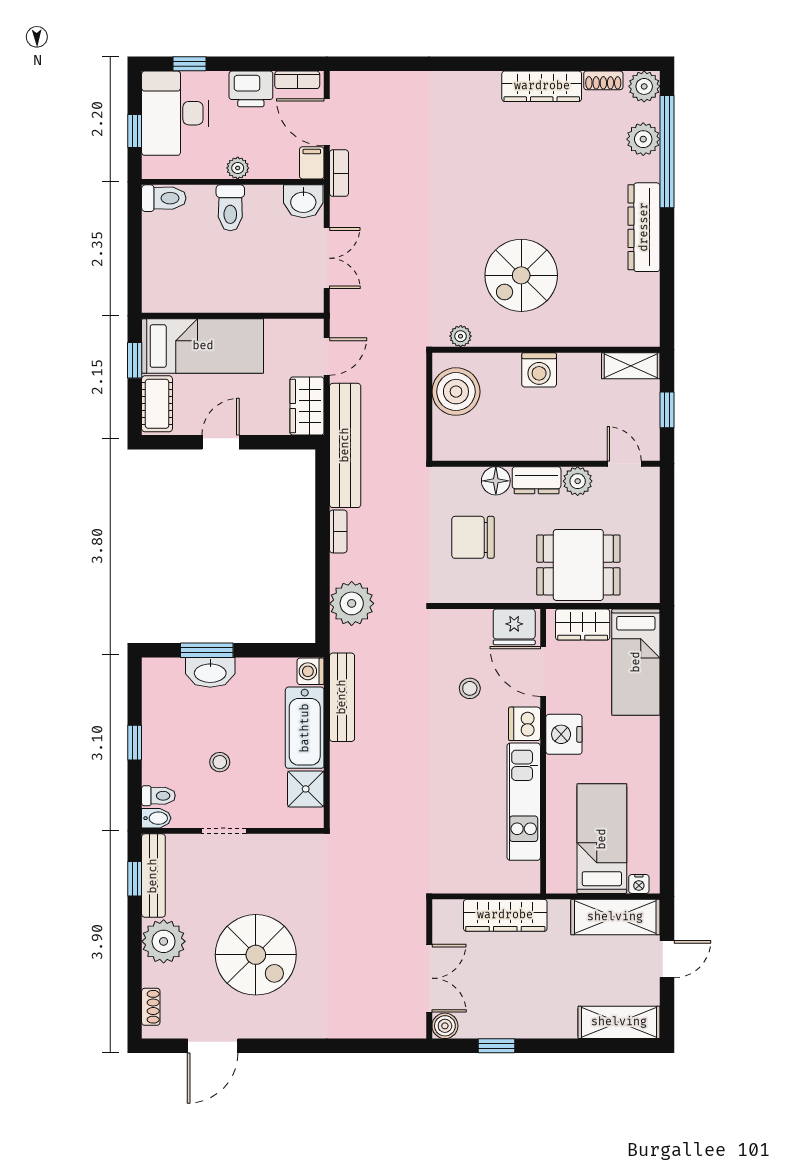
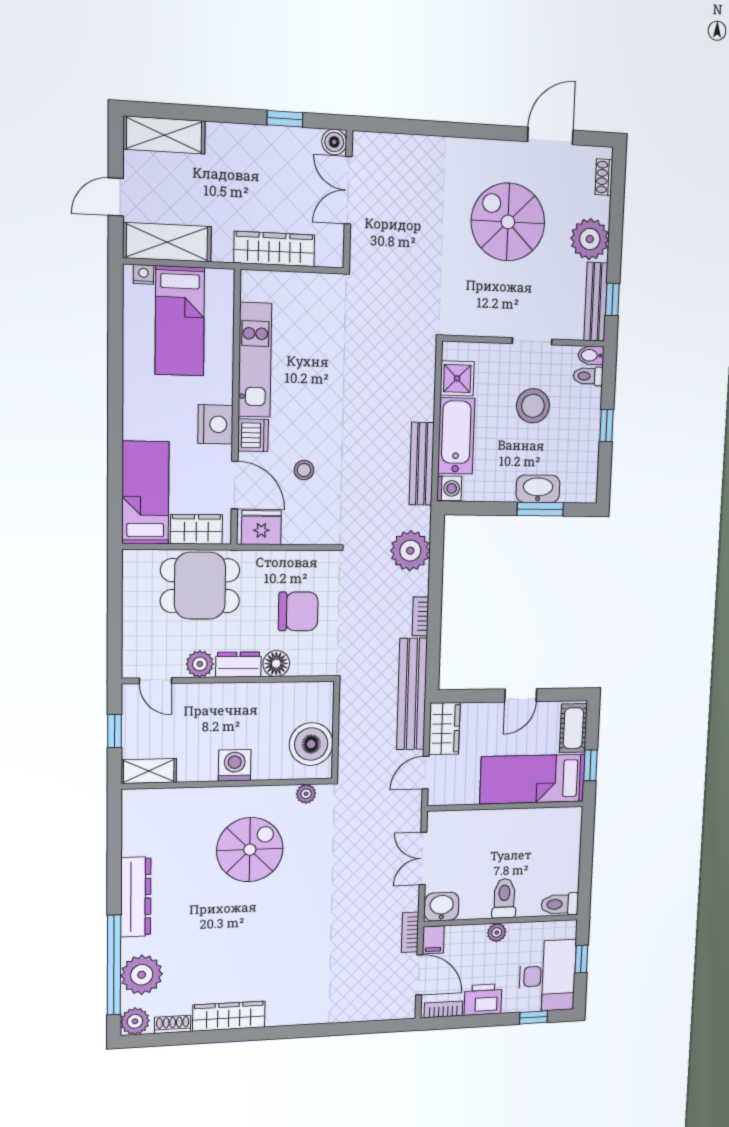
plant: (643, 139) -> (142, 975), width x1.36, depth x1.36
stool: (220, 762) -> (533, 406), width x1.89, depth x1.89

